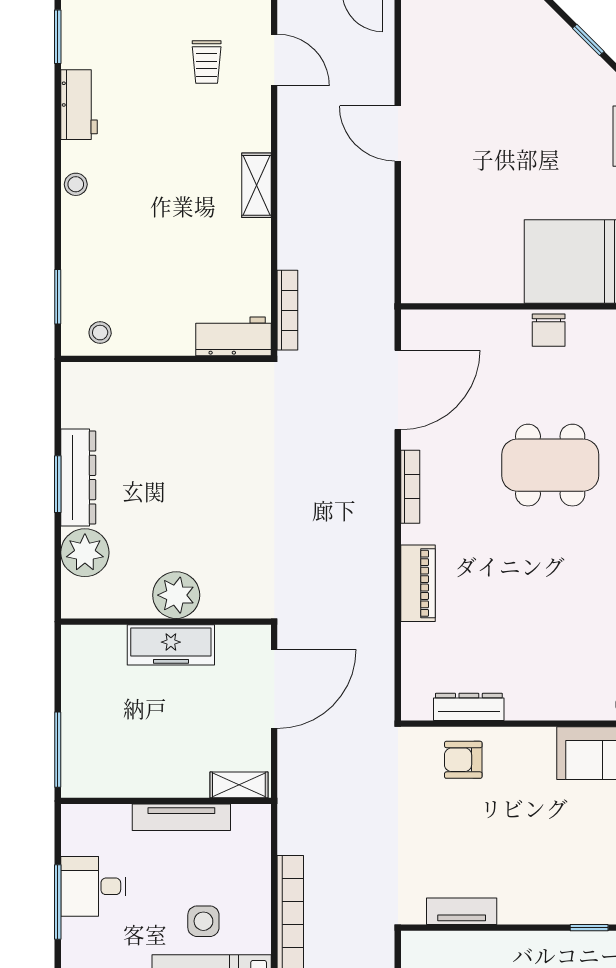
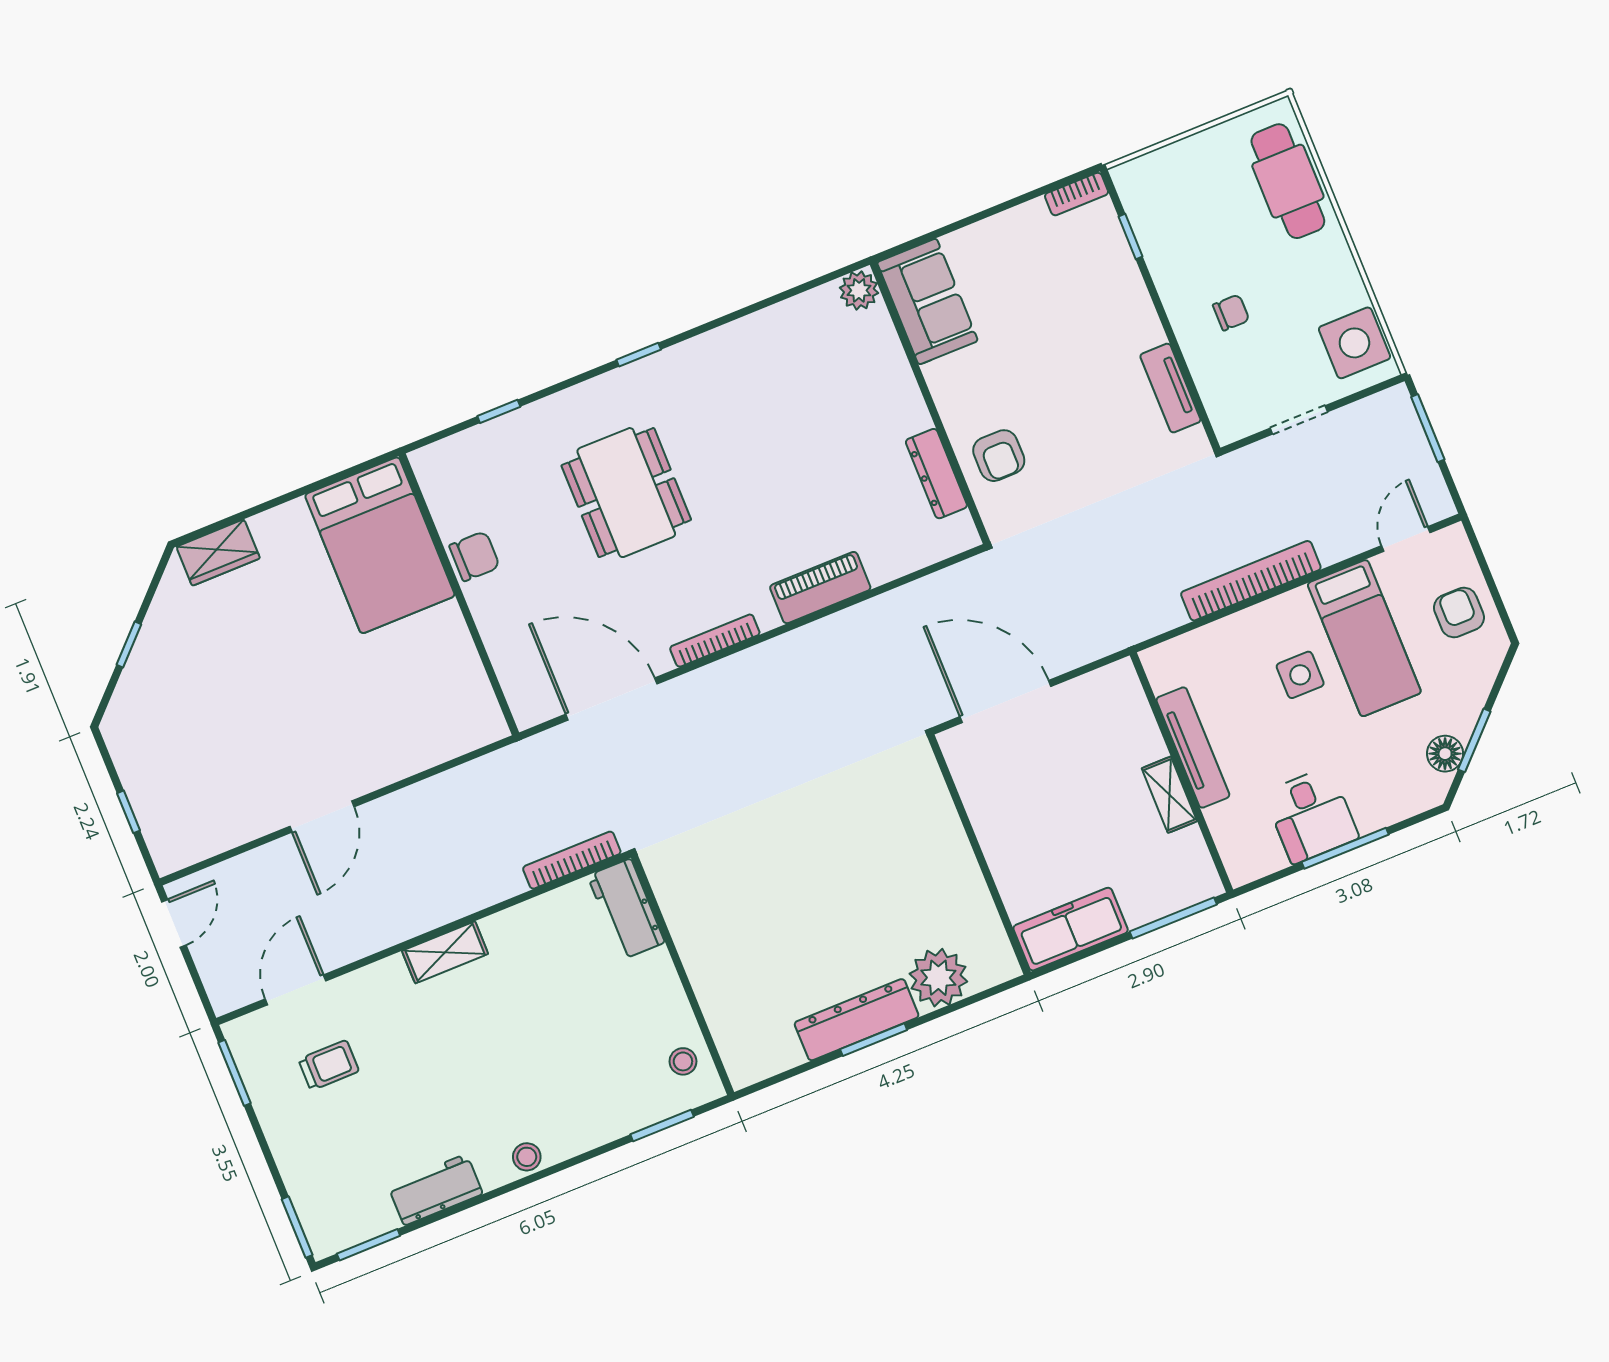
plant: (176, 595) -> (944, 855), removed
freezer: (171, 645) -> (1071, 929), moved, turned -90
shelving: (239, 785) -> (1169, 795), moved

